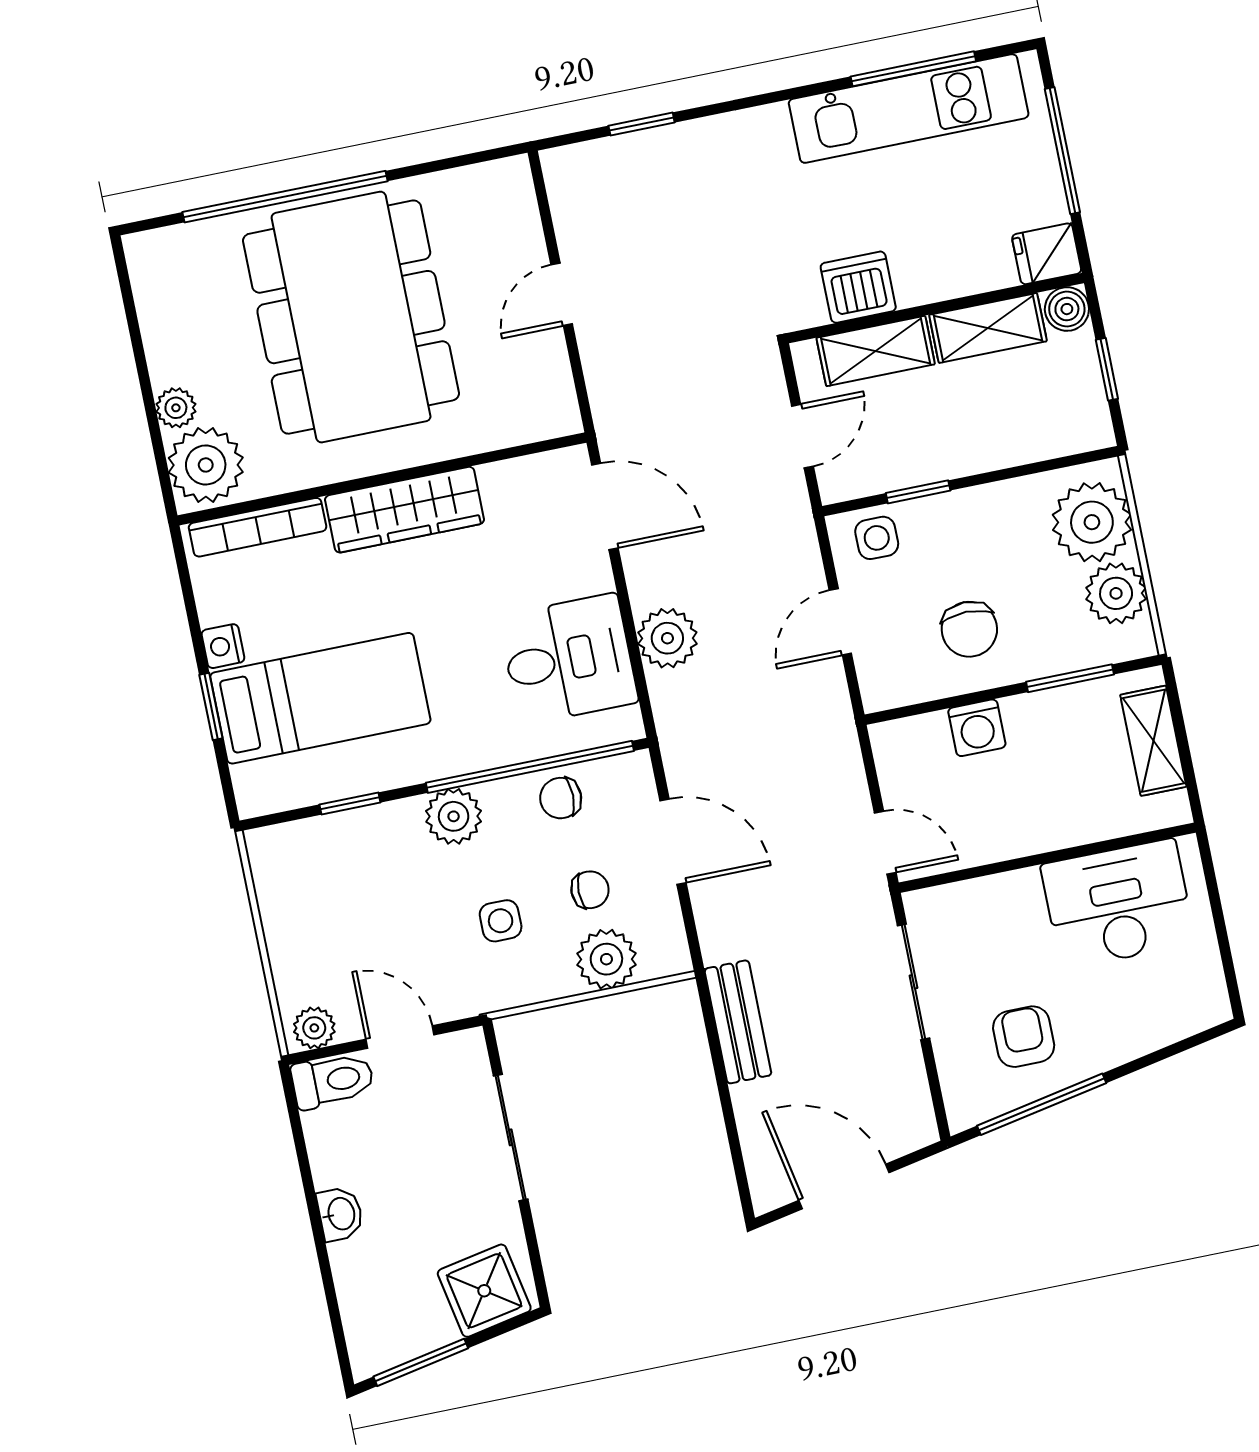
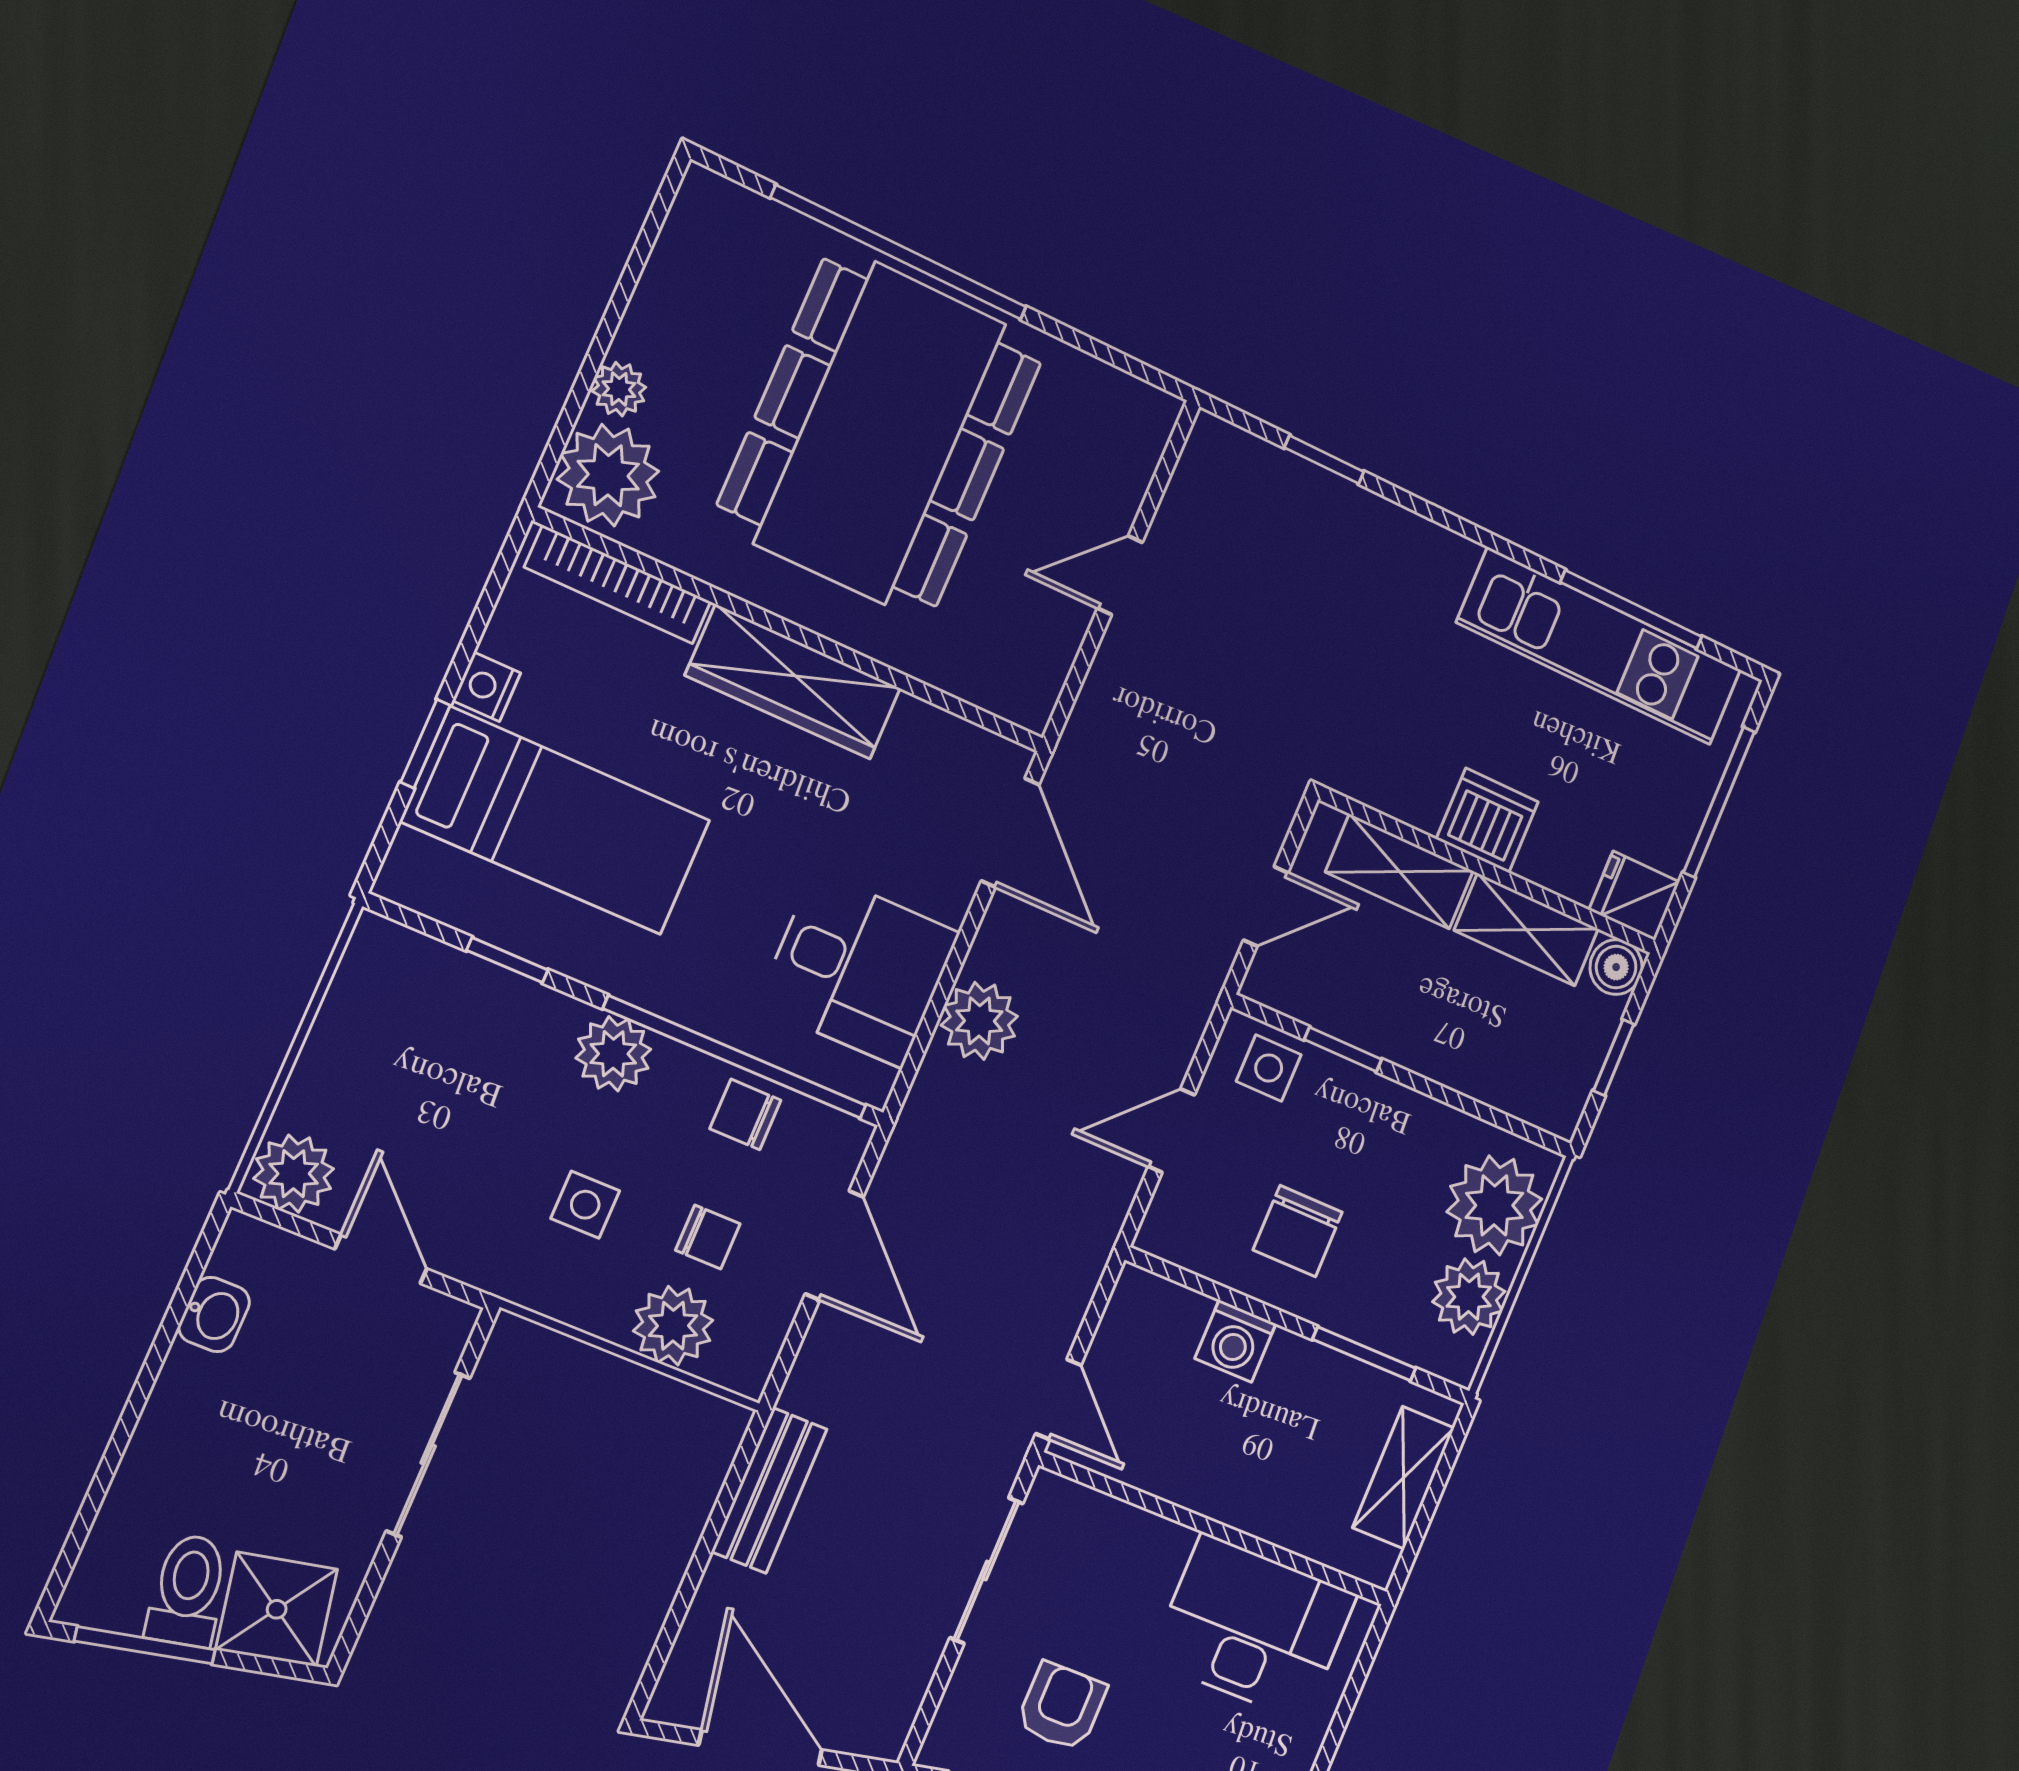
dishwasher: (858, 287) -> (1487, 821), moved
plant: (314, 1028) -> (294, 1174), width x1.38, depth x1.38
toilet: (333, 1081) -> (188, 1590), moved, turned -101
washbasin: (340, 1214) -> (214, 1315), moved

